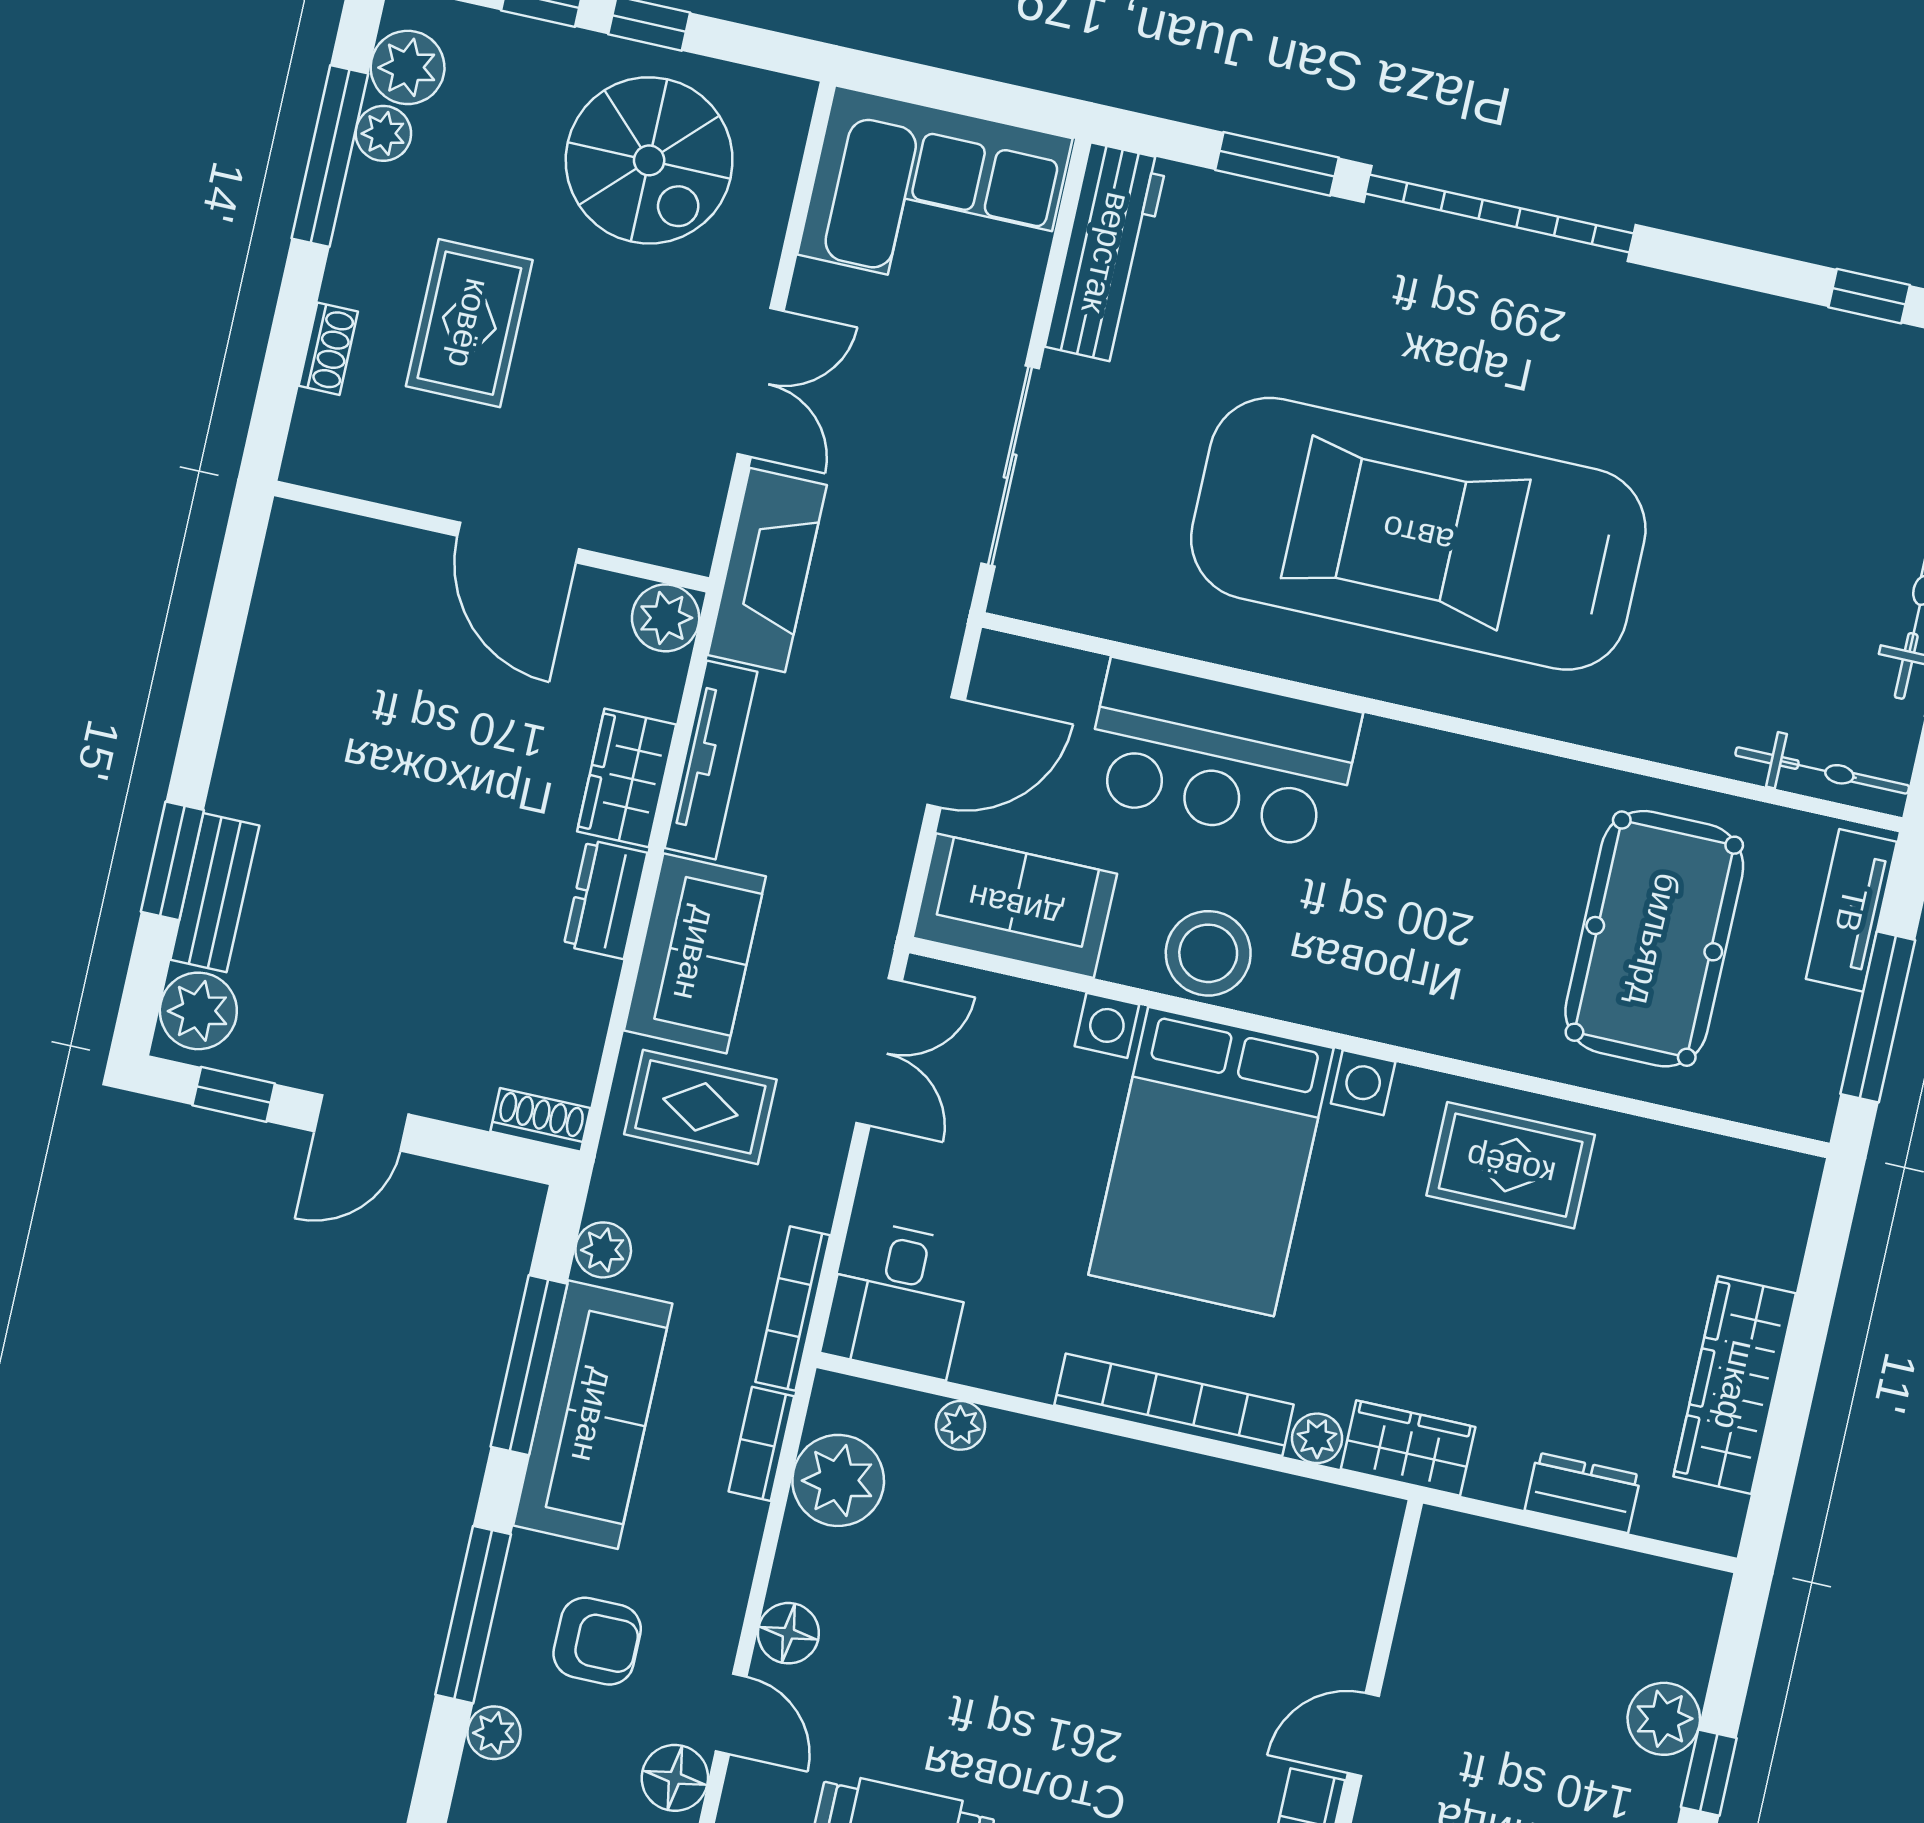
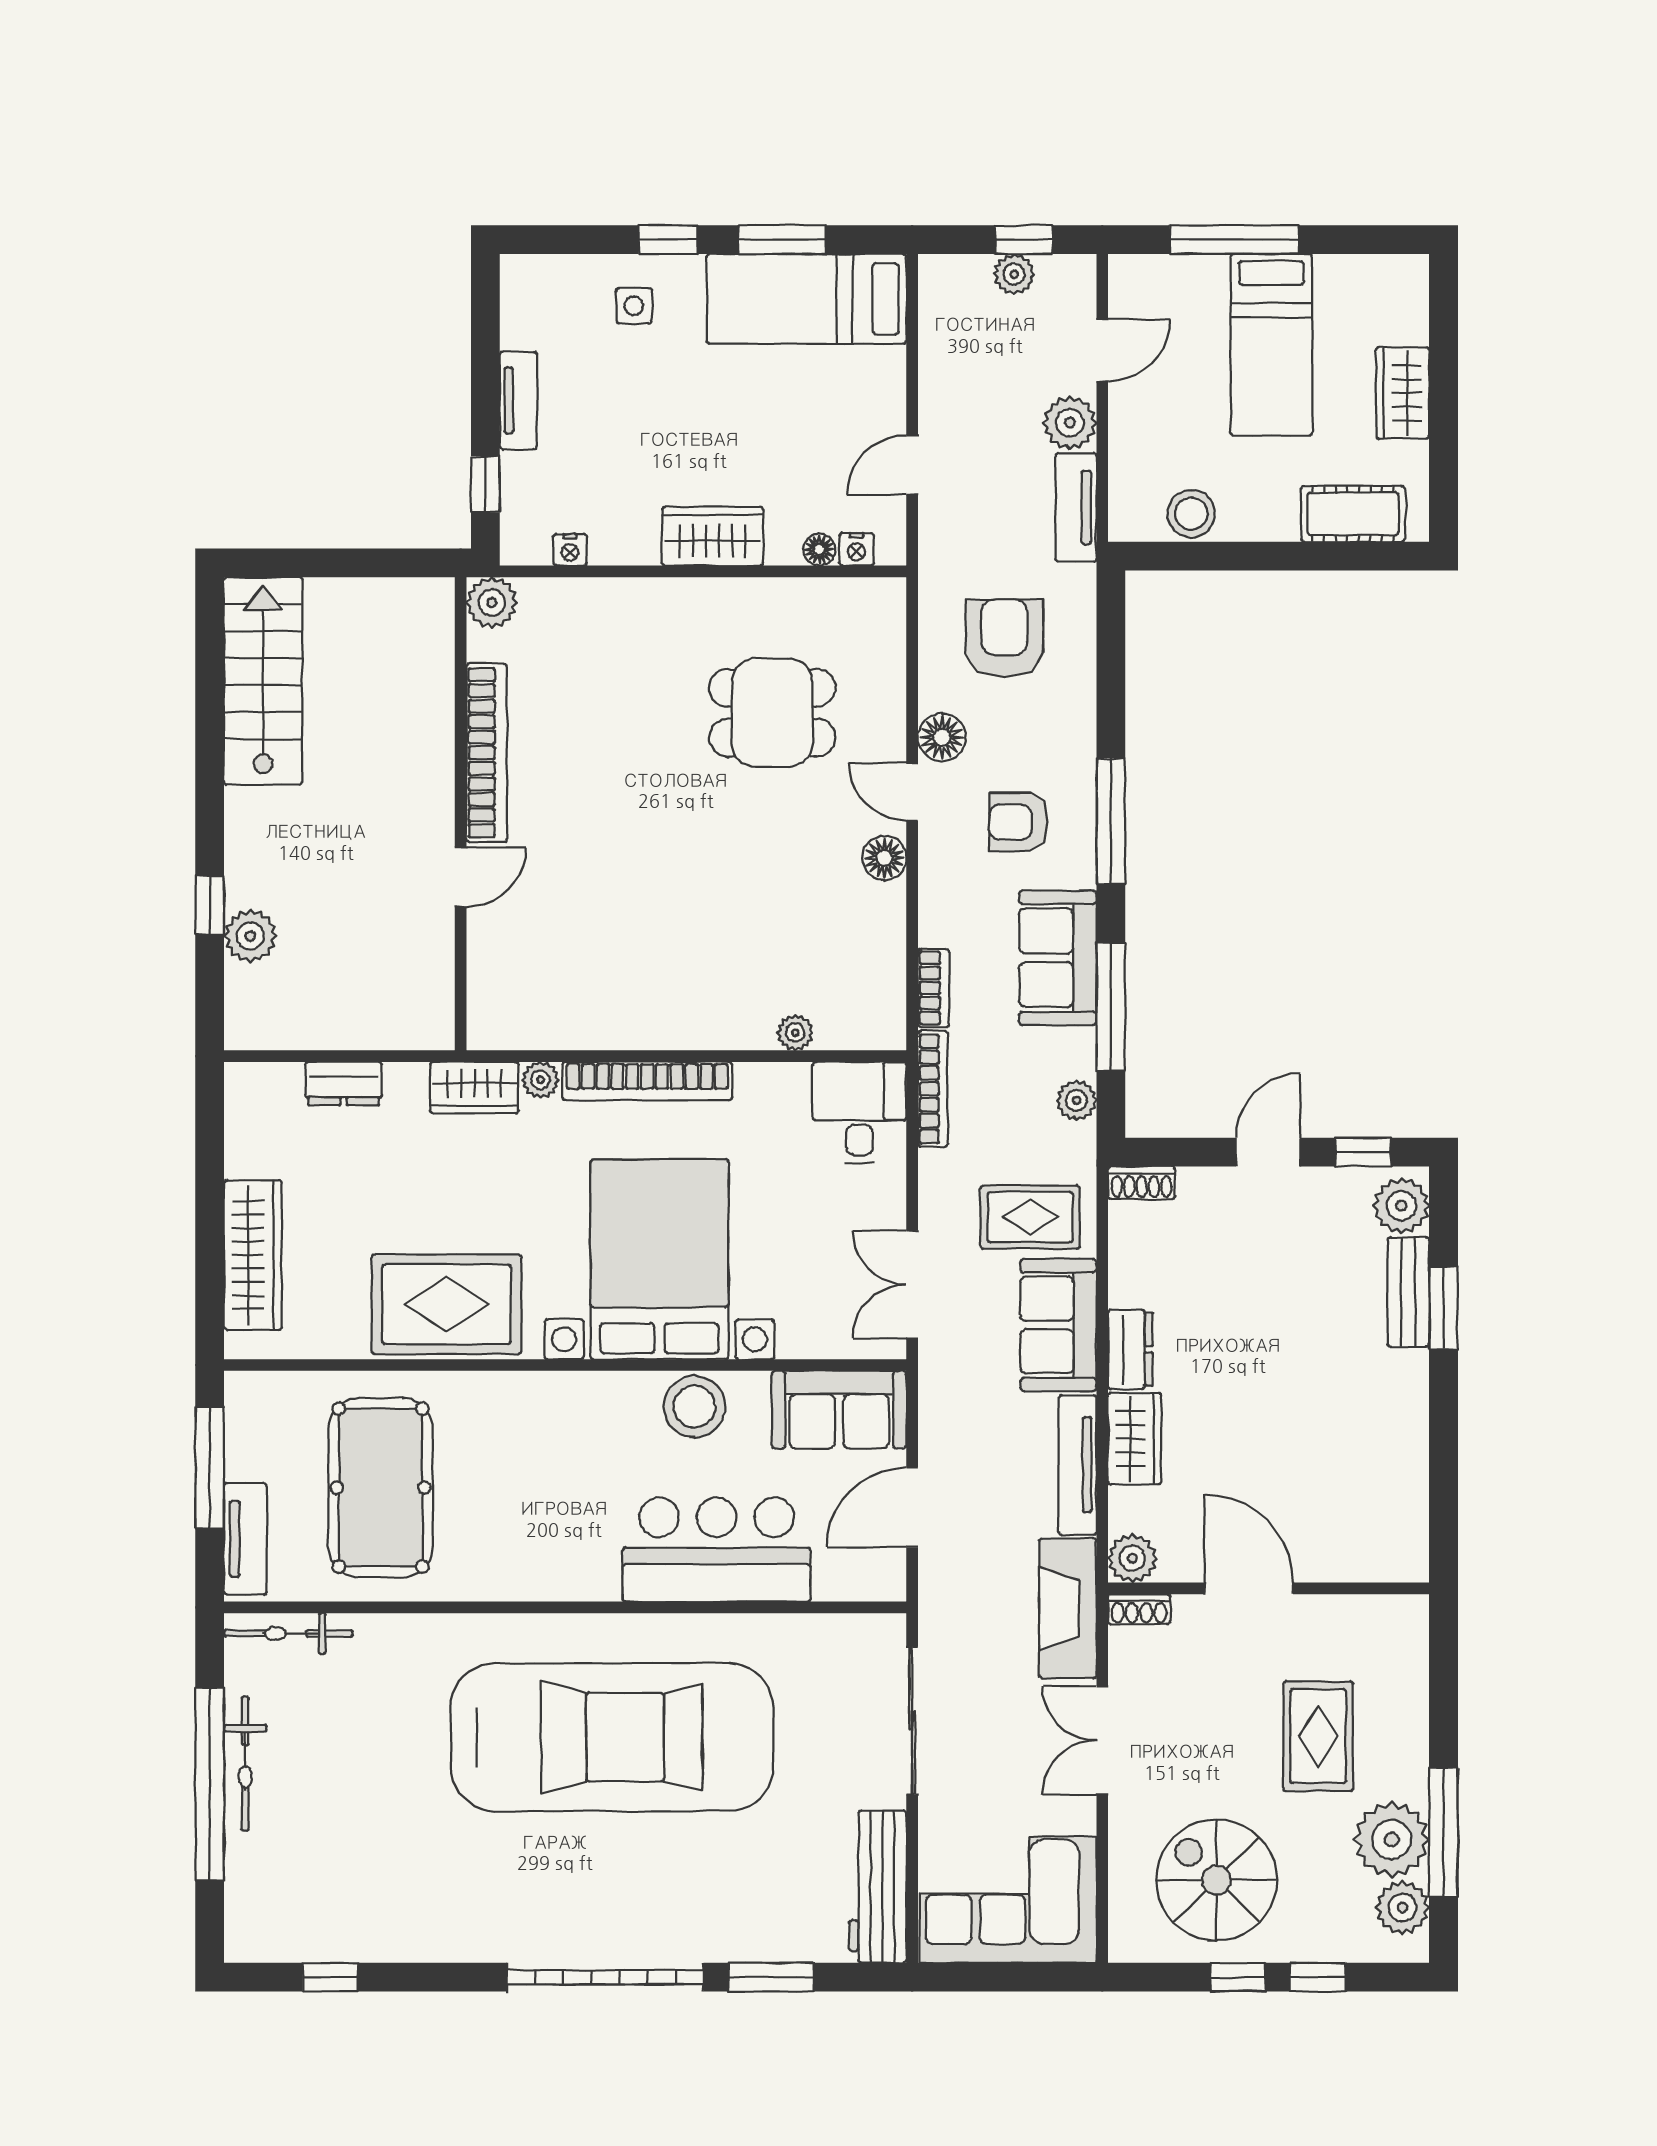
plant: (383, 133) -> (1392, 1840), width x1.87, depth x1.87
shoe rack: (328, 349) -> (1139, 1609), moved, turned -90
rug: (1511, 1165) -> (447, 1304), width x1.36, depth x1.43
wardrobe: (1735, 1385) -> (253, 1255), moved
sofa: (593, 1415) -> (1058, 958), width x0.73
plant: (838, 1480) -> (873, 974), removed
plant: (494, 1733) -> (1077, 741), removed

